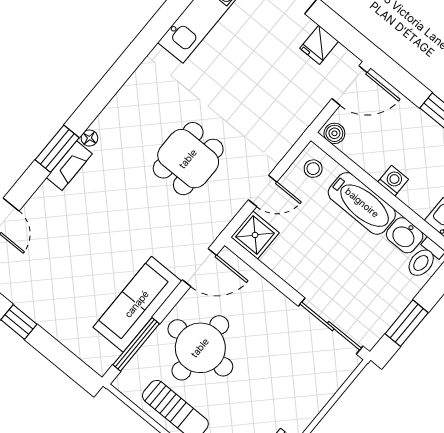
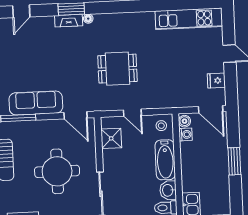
washing machine: (393, 181) -> (186, 134), moved
shower: (255, 235) -> (111, 138), moved
round table: (200, 348) -> (57, 171), moved

